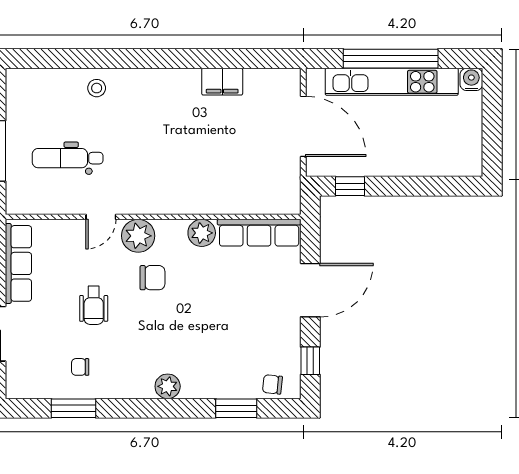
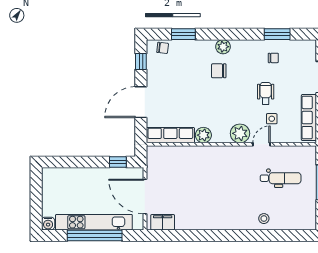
filing cabinet: (222, 82) -> (163, 222), moved
side table: (83, 261) -> (272, 119), added
chair: (152, 278) -> (219, 71), moved

